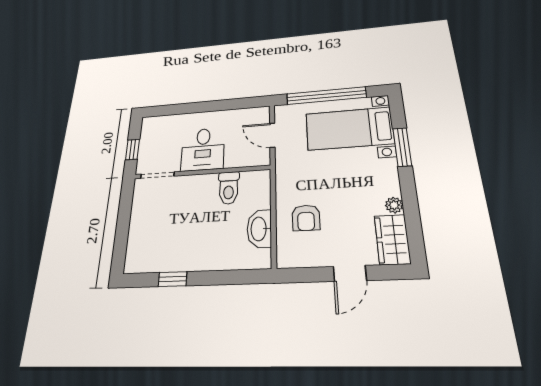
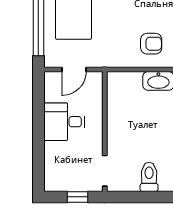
desk: (203, 149) -> (64, 122), moved, turned 180
toilet: (229, 188) -> (149, 177), moved, turned -90

